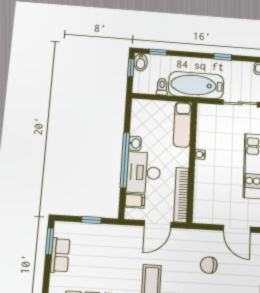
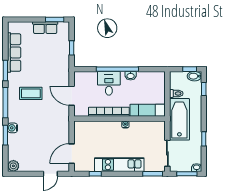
desk: (143, 173) -> (109, 83), width x0.73
bookcase: (181, 195) -> (109, 112), moved
filing cabinet: (135, 201) -> (88, 78), removed
chair: (209, 265) -> (44, 134), removed

